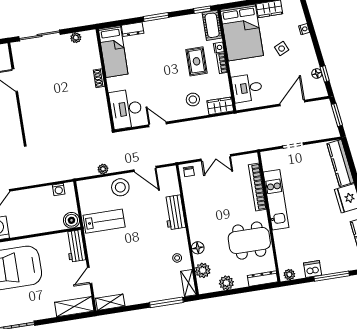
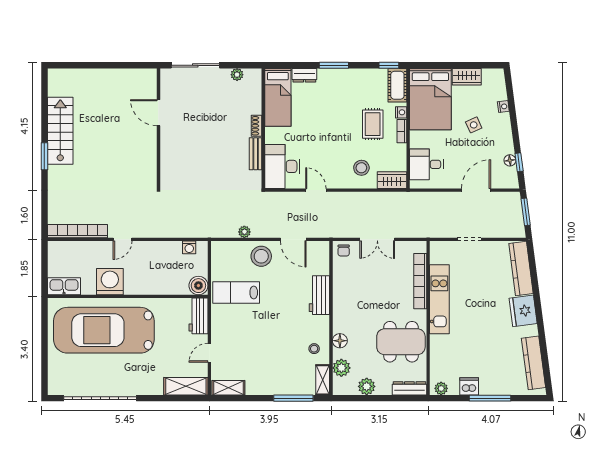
bench: (102, 102) -> (256, 154), added
lab bench: (104, 221) -> (236, 293), turned 180

